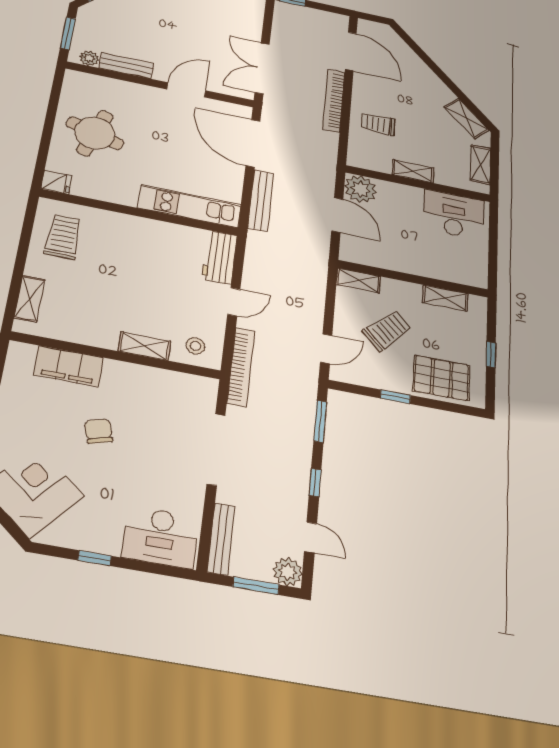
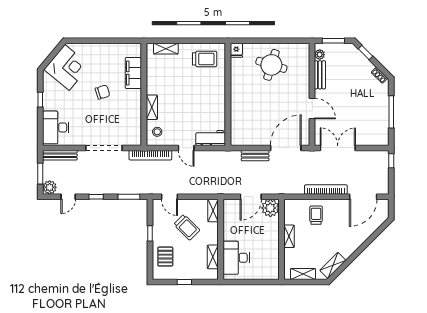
bench: (261, 201) -> (255, 156), width x0.73
kitchen unit: (190, 206) -> (238, 119), removed
desk: (454, 215) -> (236, 258), moved, turned 180
pallet: (441, 378) -> (165, 257), width x0.67, depth x0.71

